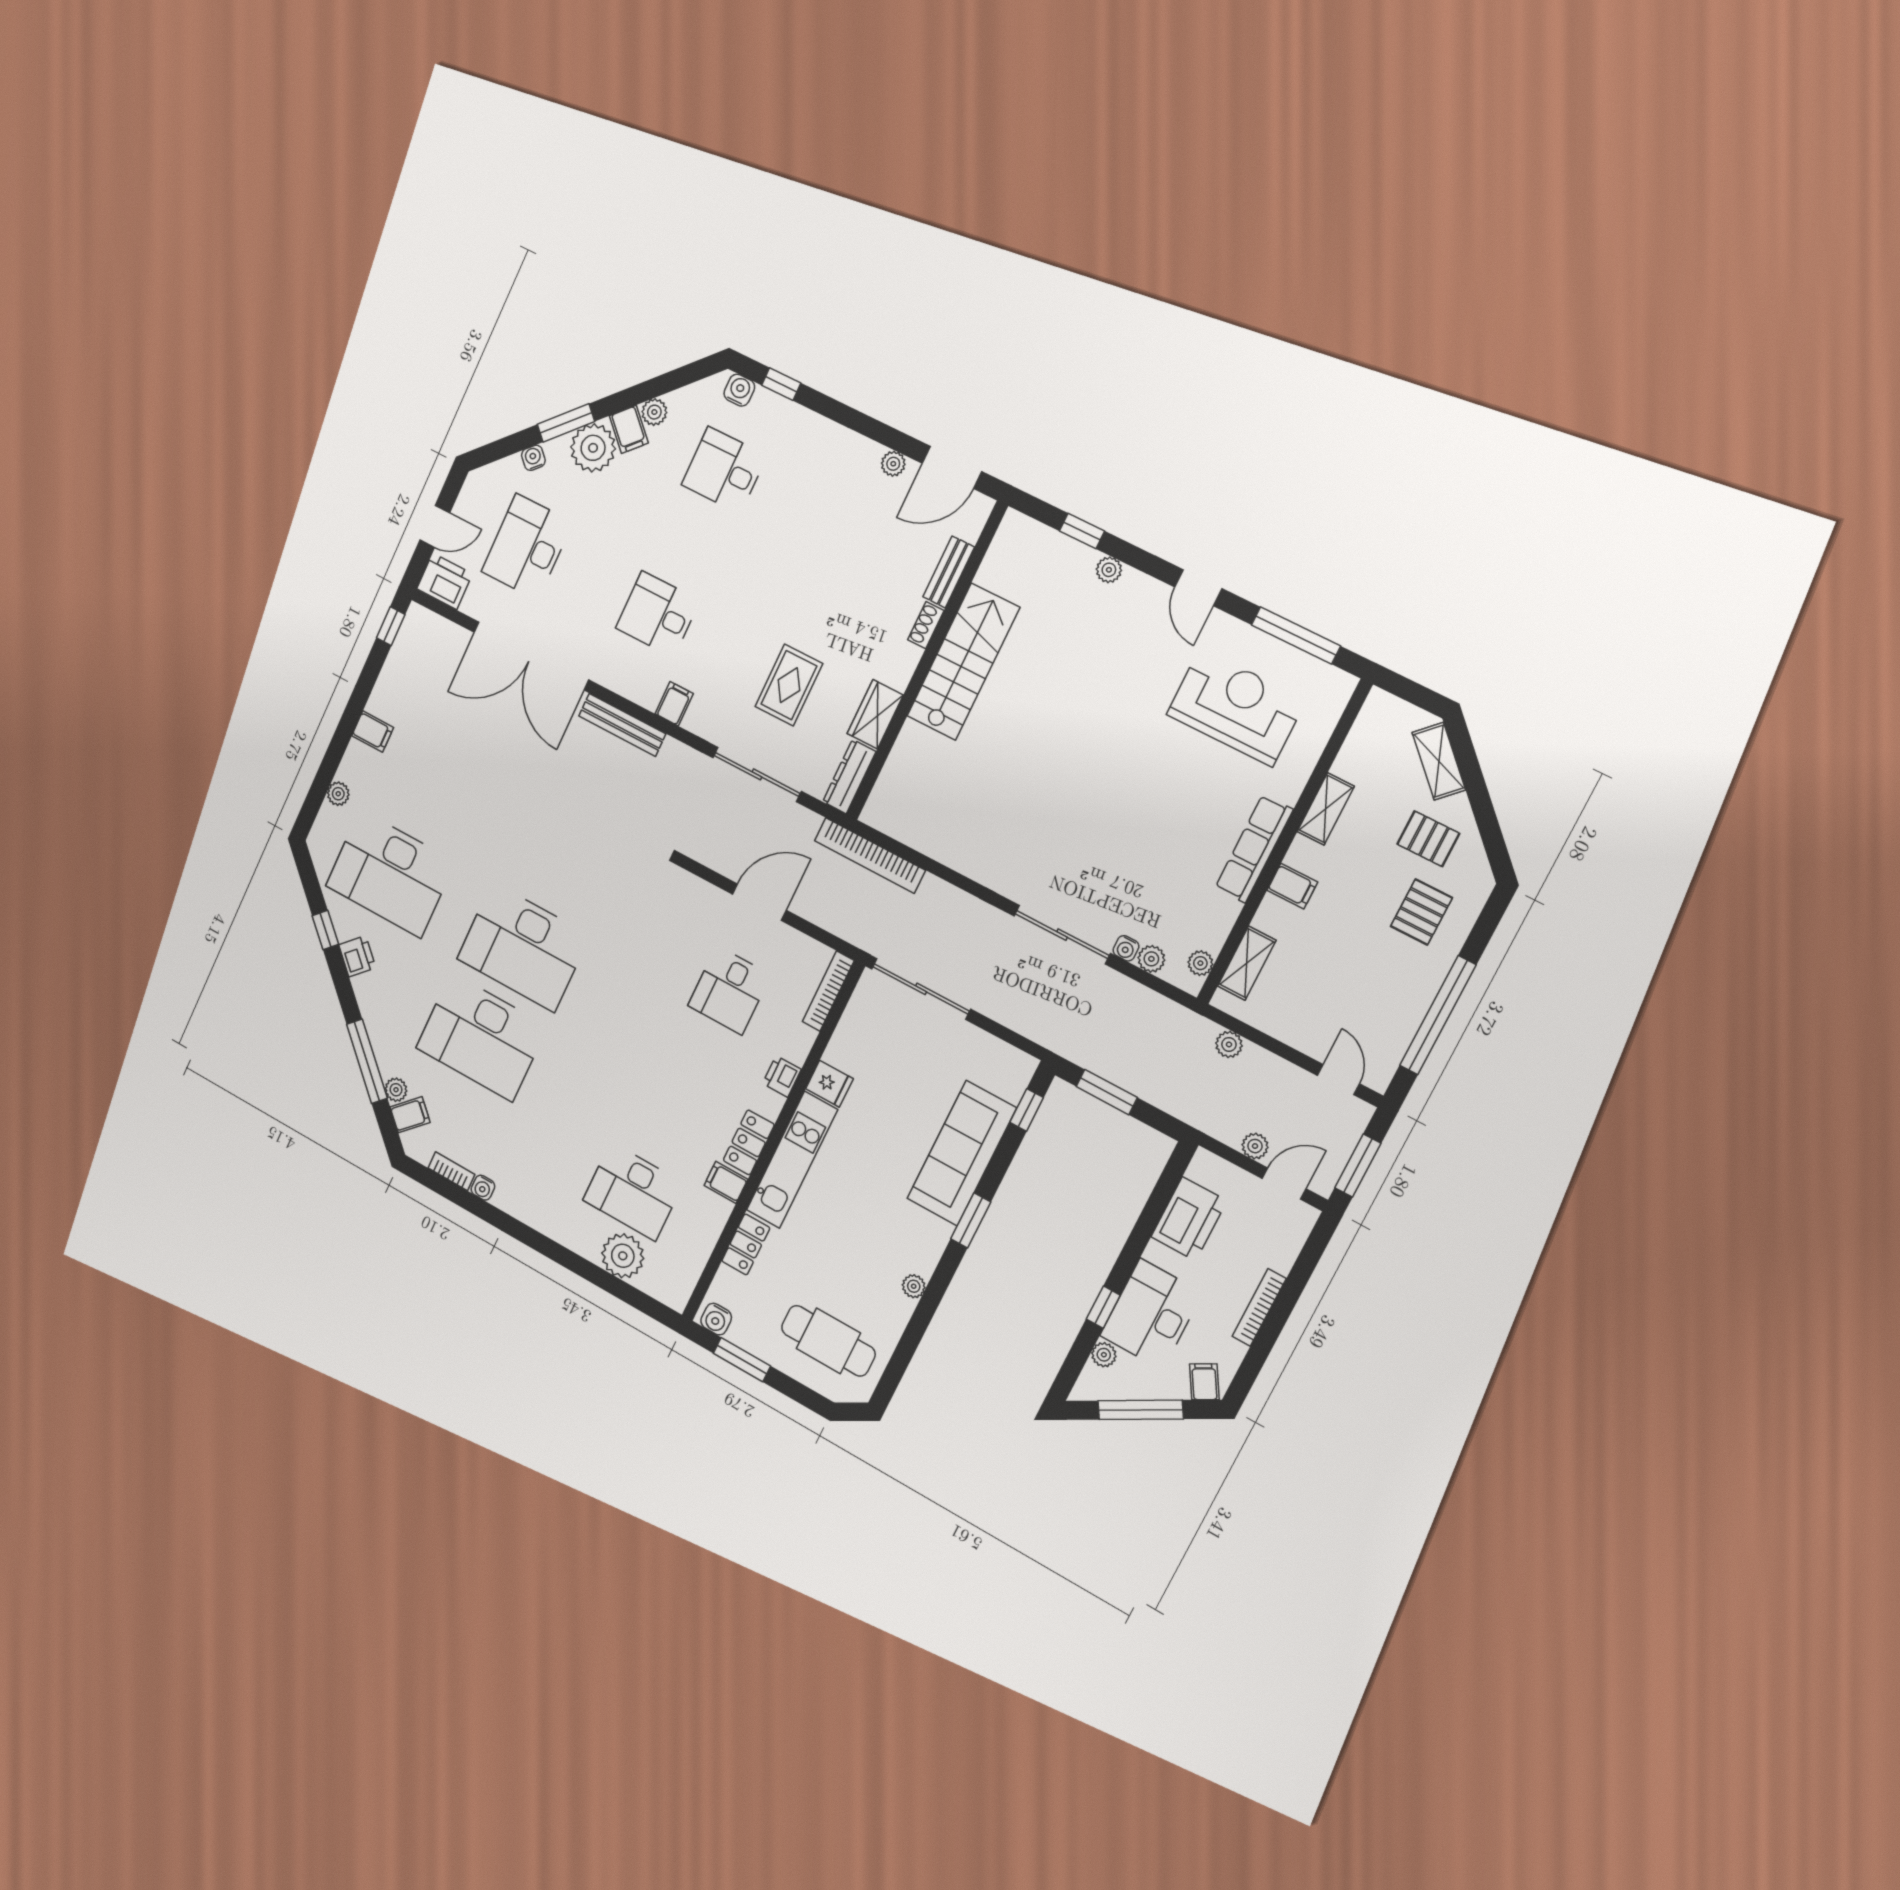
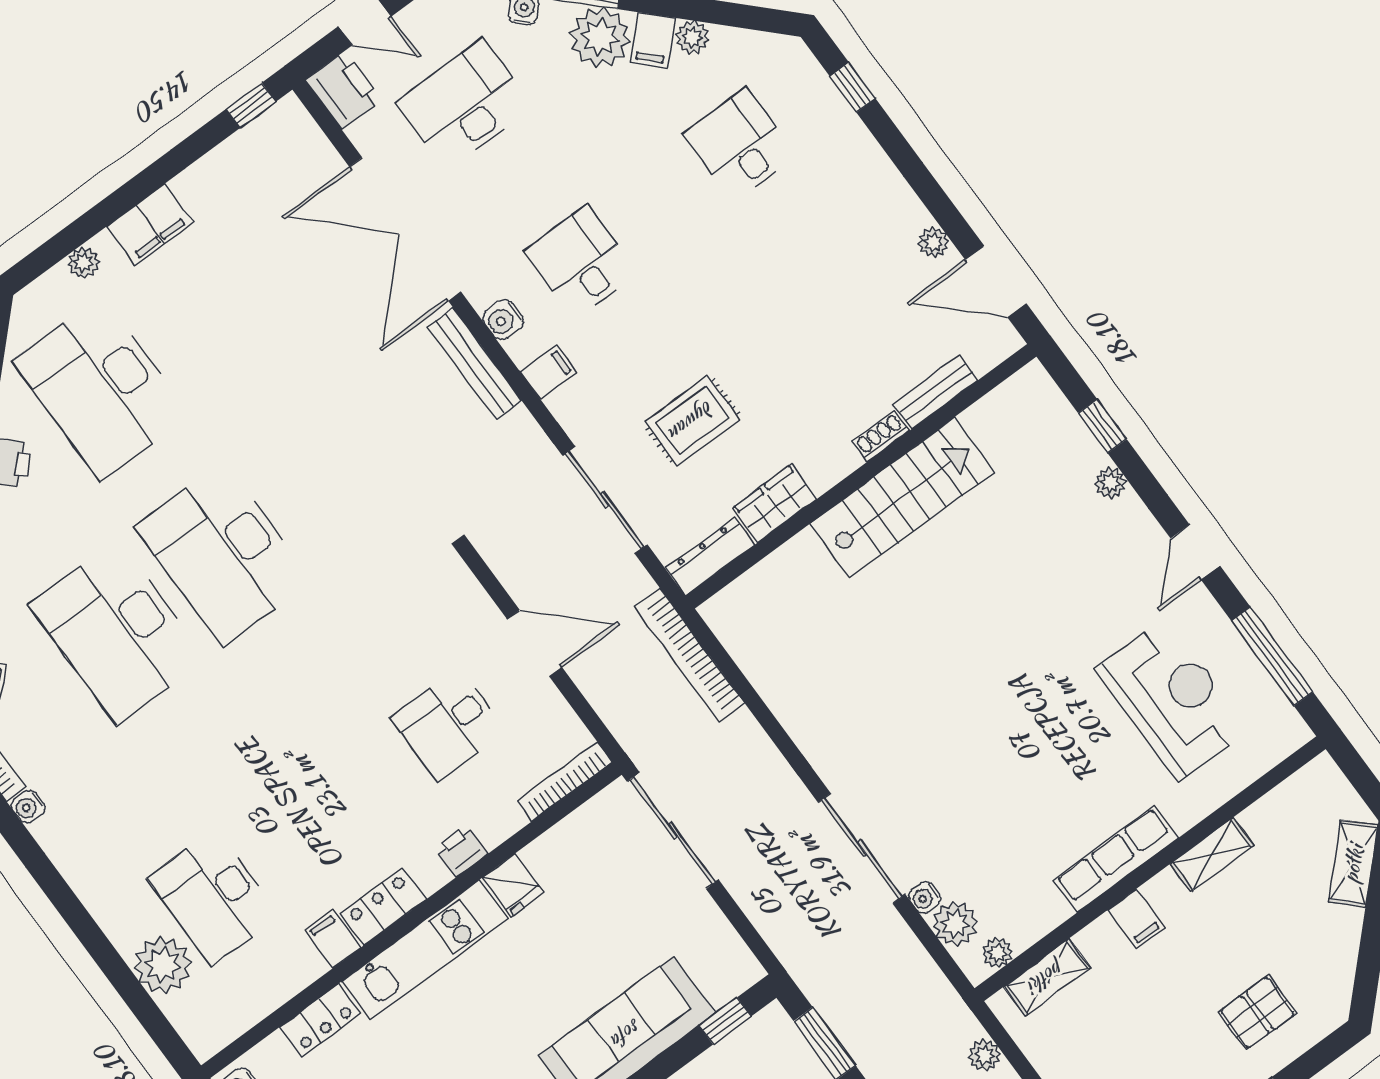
water cooler: (739, 390) -> (503, 320), moved, turned 180
filing cabinet: (373, 732) -> (150, 224), width x2.00
pallet: (1428, 839) -> (1302, 939), removed
plant: (1151, 959) -> (955, 924), width x1.38, depth x1.38

